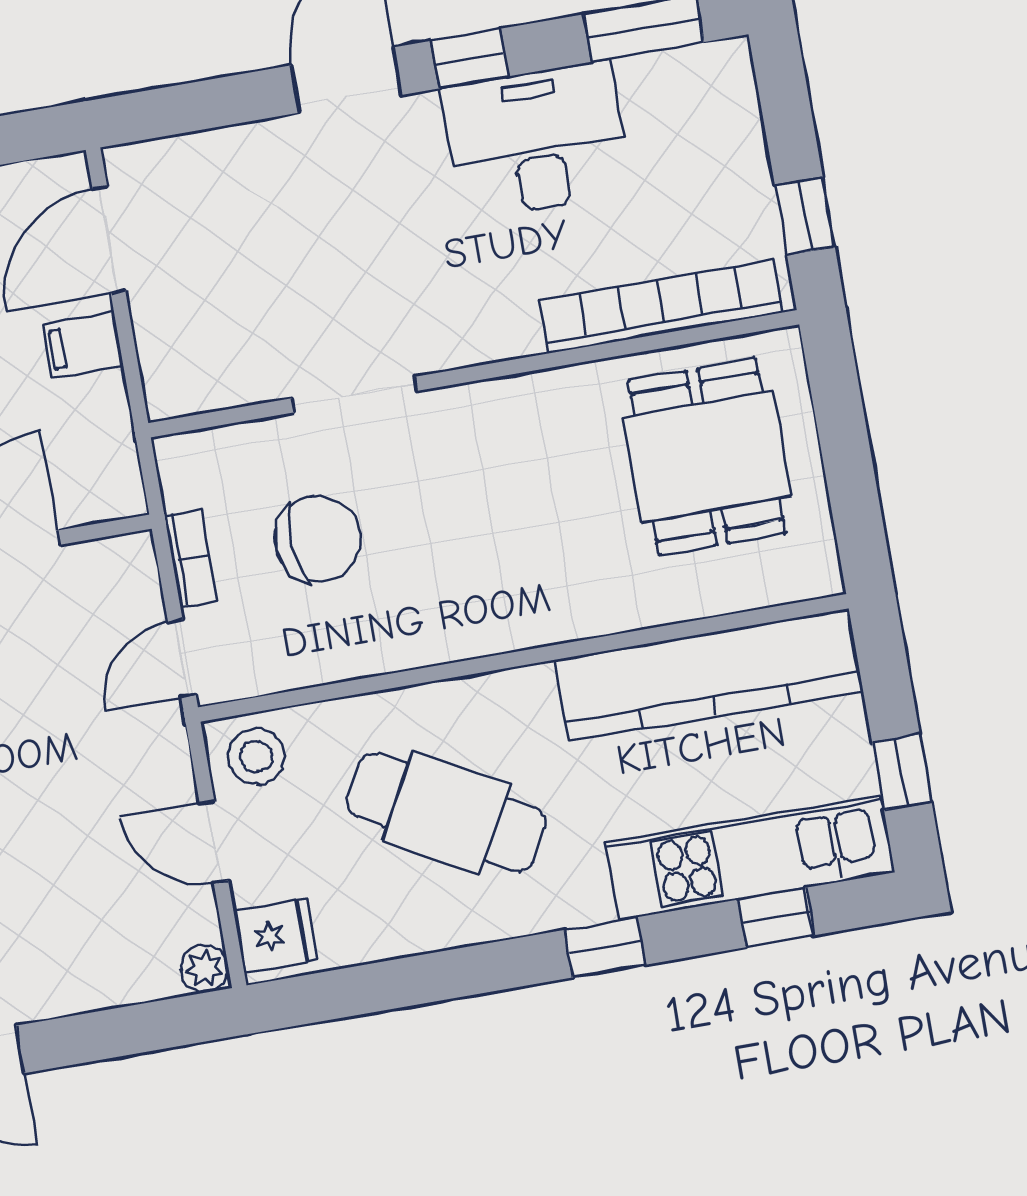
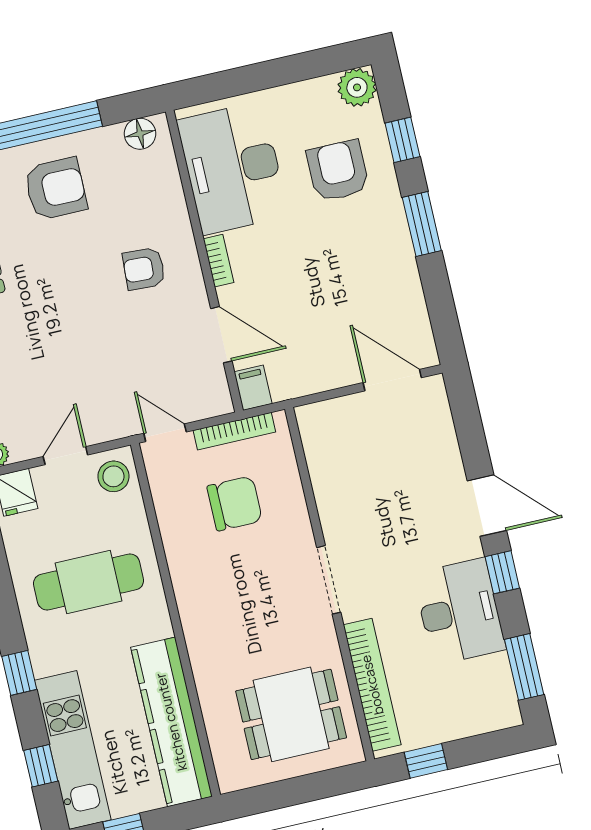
filing cabinet: (83, 345) -> (253, 388), moved
doorway: (354, 395) -> (329, 580), moved
chair: (318, 539) -> (235, 503), turned -86
bookcase: (191, 558) -> (234, 431), width x1.56
cafe table: (446, 812) -> (89, 582), turned 61

